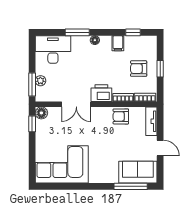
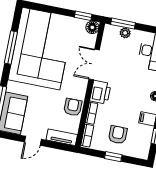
corner sofa: (62, 164) -> (41, 49), width x1.36, depth x1.36
window: (76, 186) -> (11, 48), added

